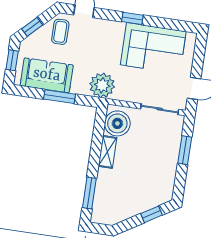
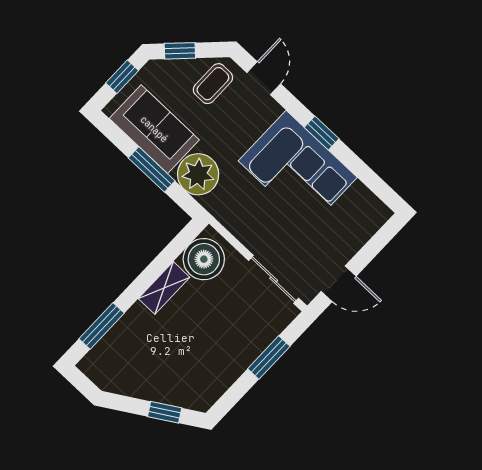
corner sofa: (153, 48) -> (298, 169), moved
plant: (102, 85) -> (198, 174), moved

